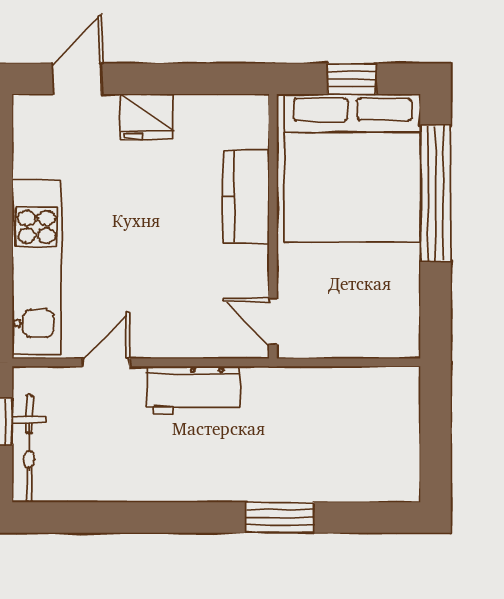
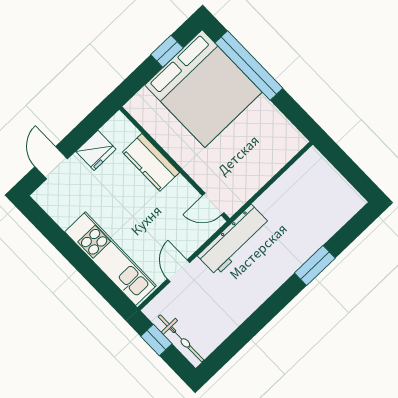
kitchen counter: (246, 196) -> (151, 162), moved
wall: (273, 226) -> (174, 164), moved
door: (273, 322) -> (213, 204), moved
workbench: (193, 390) -> (234, 240), width x1.38

